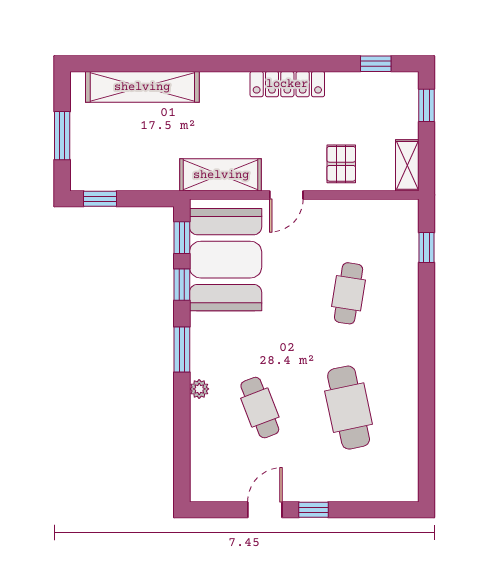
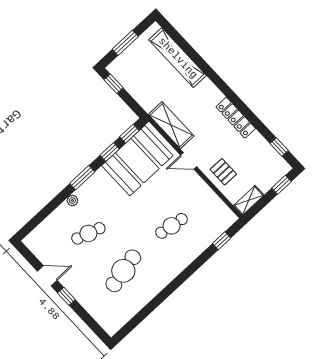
pallet: (341, 164) -> (223, 172), turned 90
cafe table: (260, 408) -> (88, 233), turned 39

